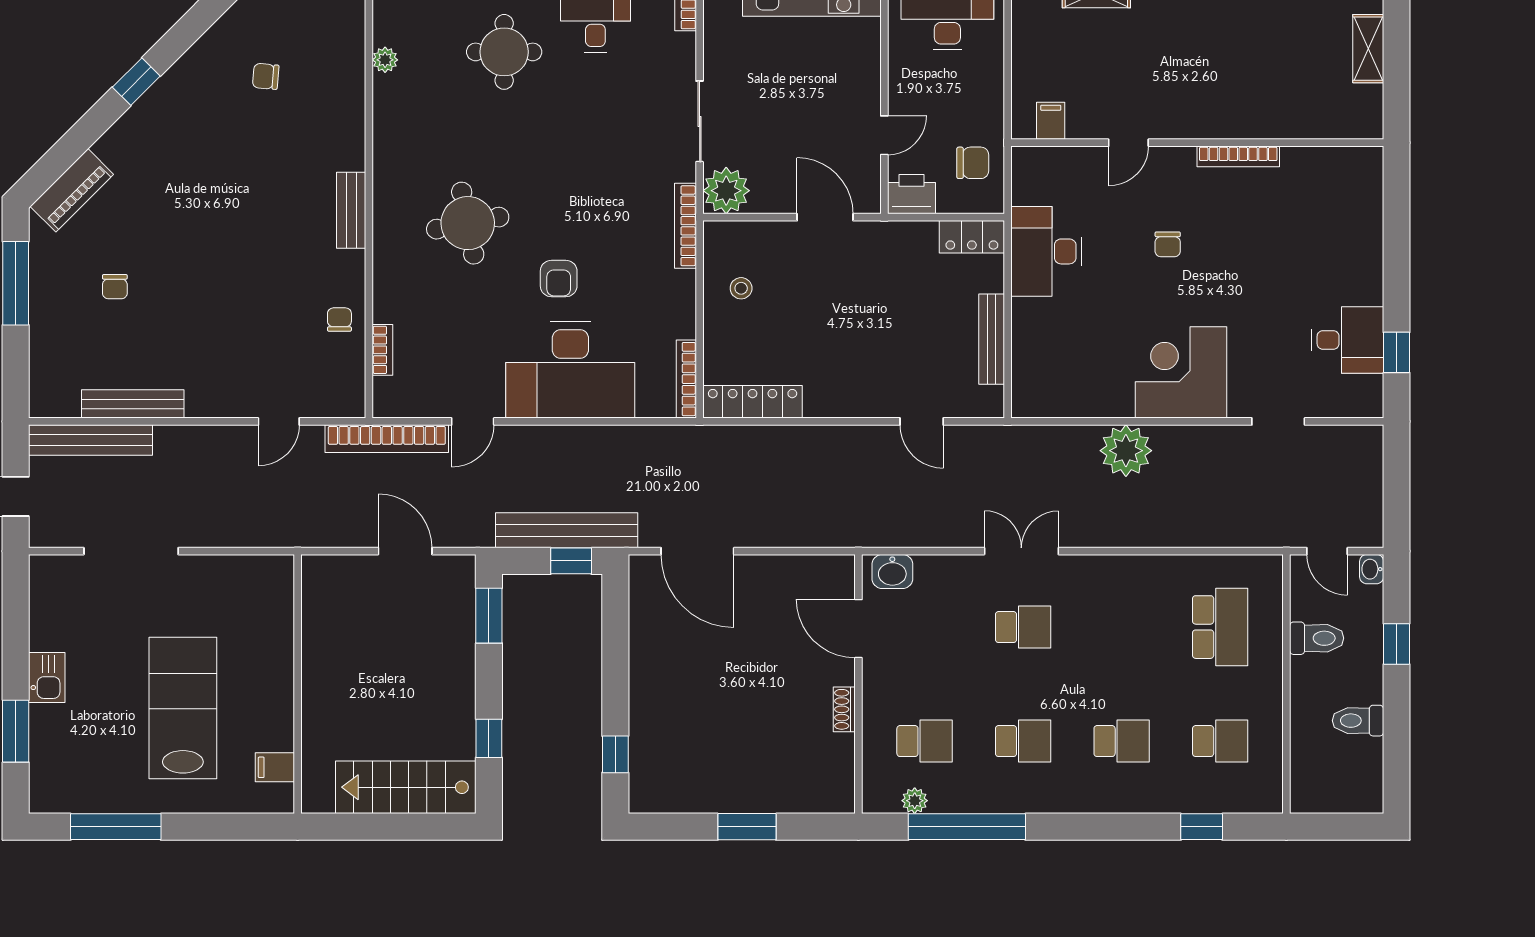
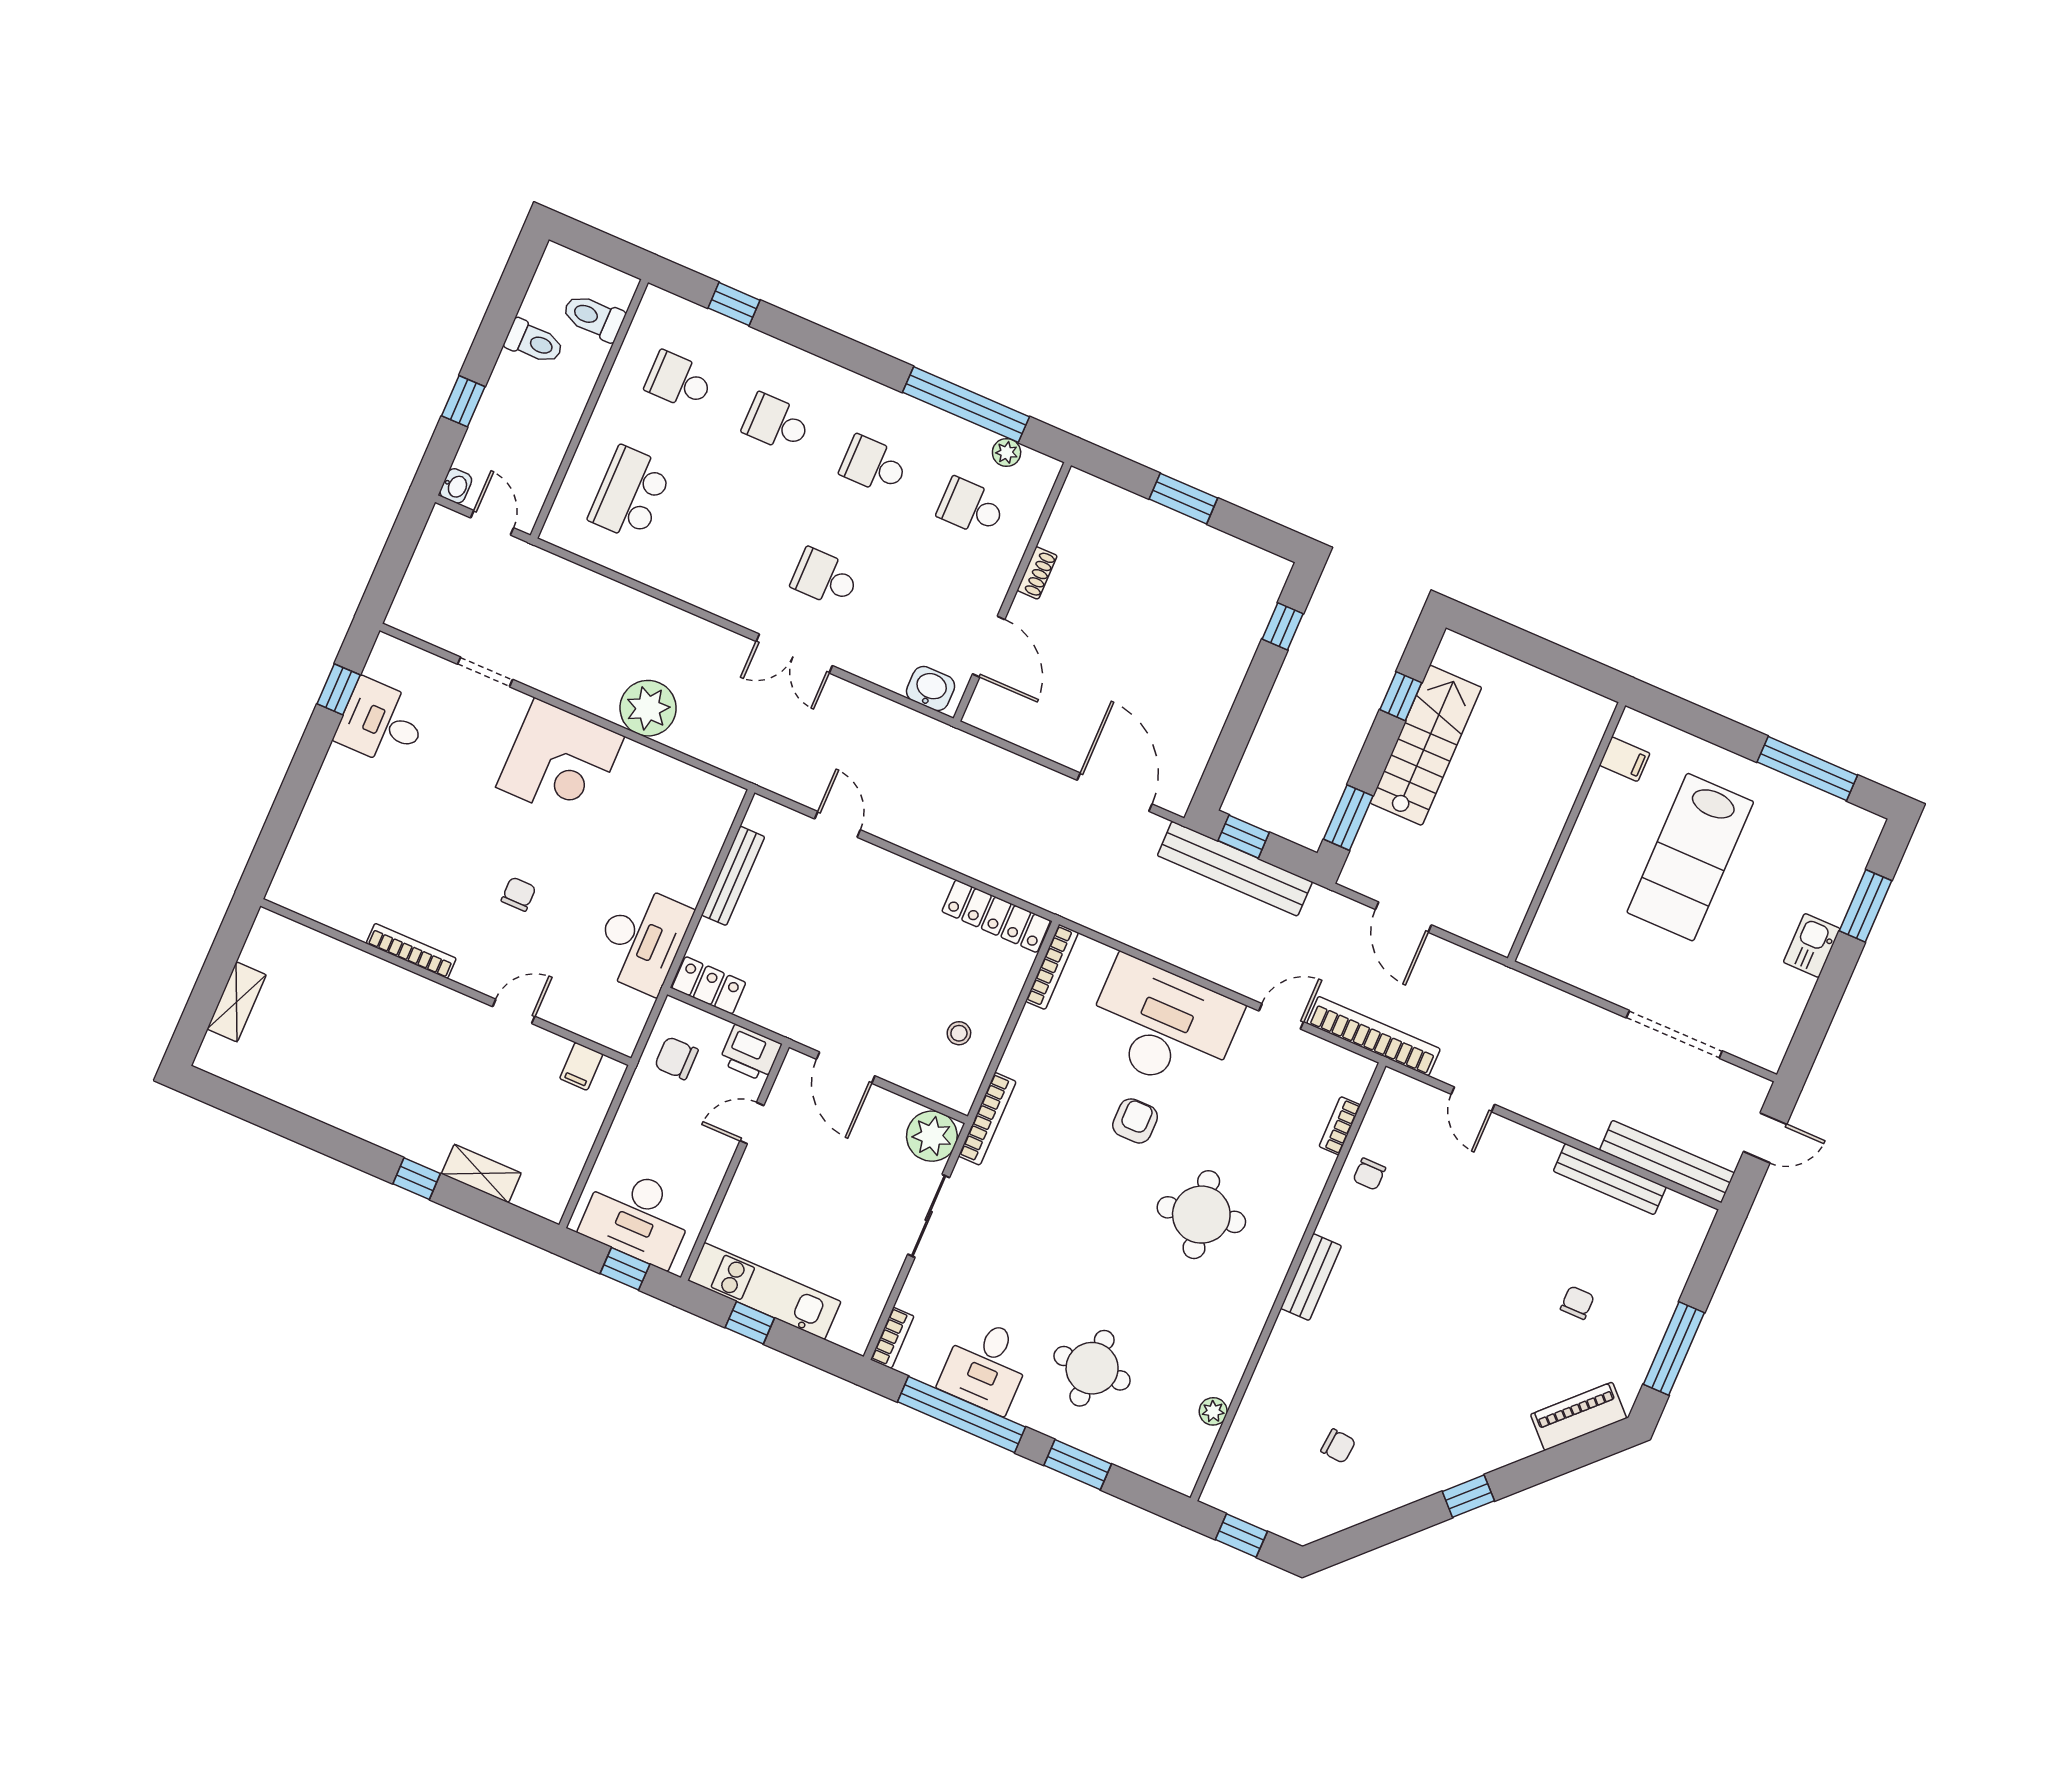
door: (279, 421) -> (1473, 1099), swing flipped
toilet: (1317, 638) -> (593, 317), moved
stairs: (406, 787) -> (1426, 745), moved, turned -90

